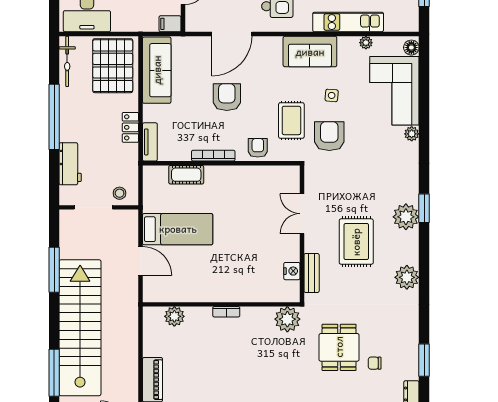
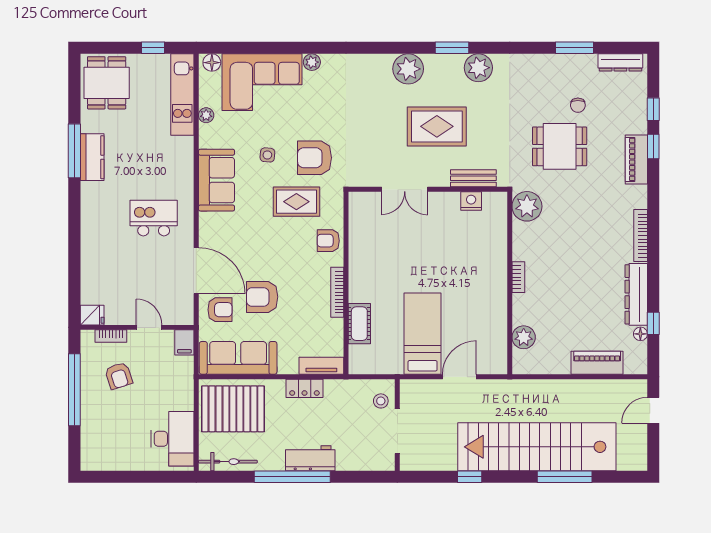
kitchen unit: (348, 22) -> (182, 95), moved
armchair: (198, 55) -> (220, 310), added
armchair: (227, 97) -> (262, 297), moved
workbench: (70, 164) -> (310, 458), moved
window: (424, 208) -> (452, 48), moved
window: (54, 270) -> (470, 477), width x0.46
window: (54, 373) -> (565, 477), moved

